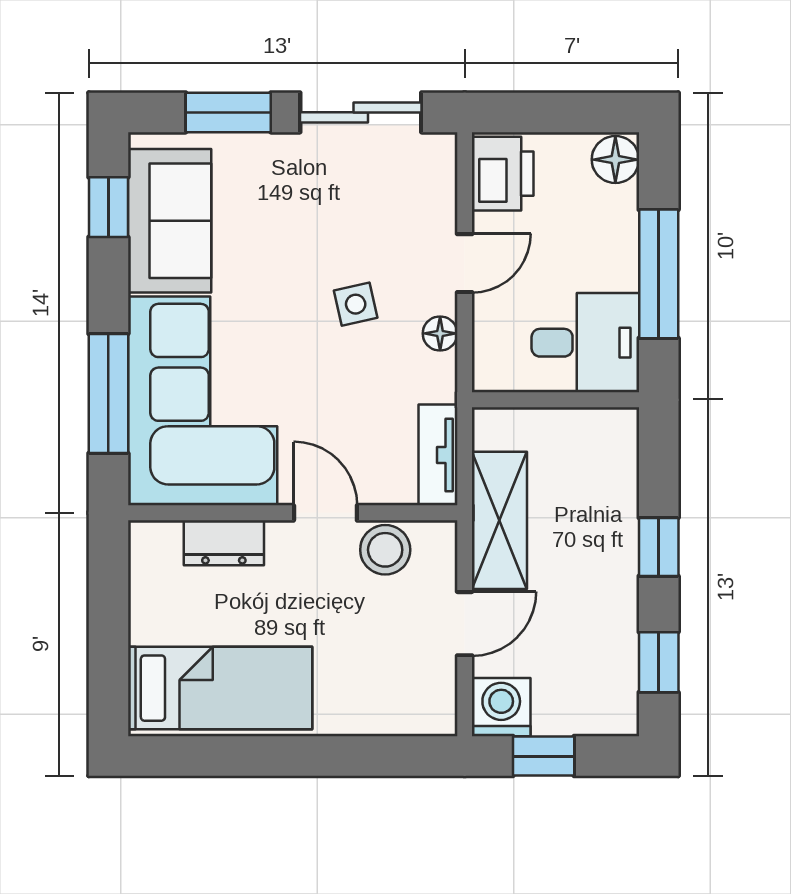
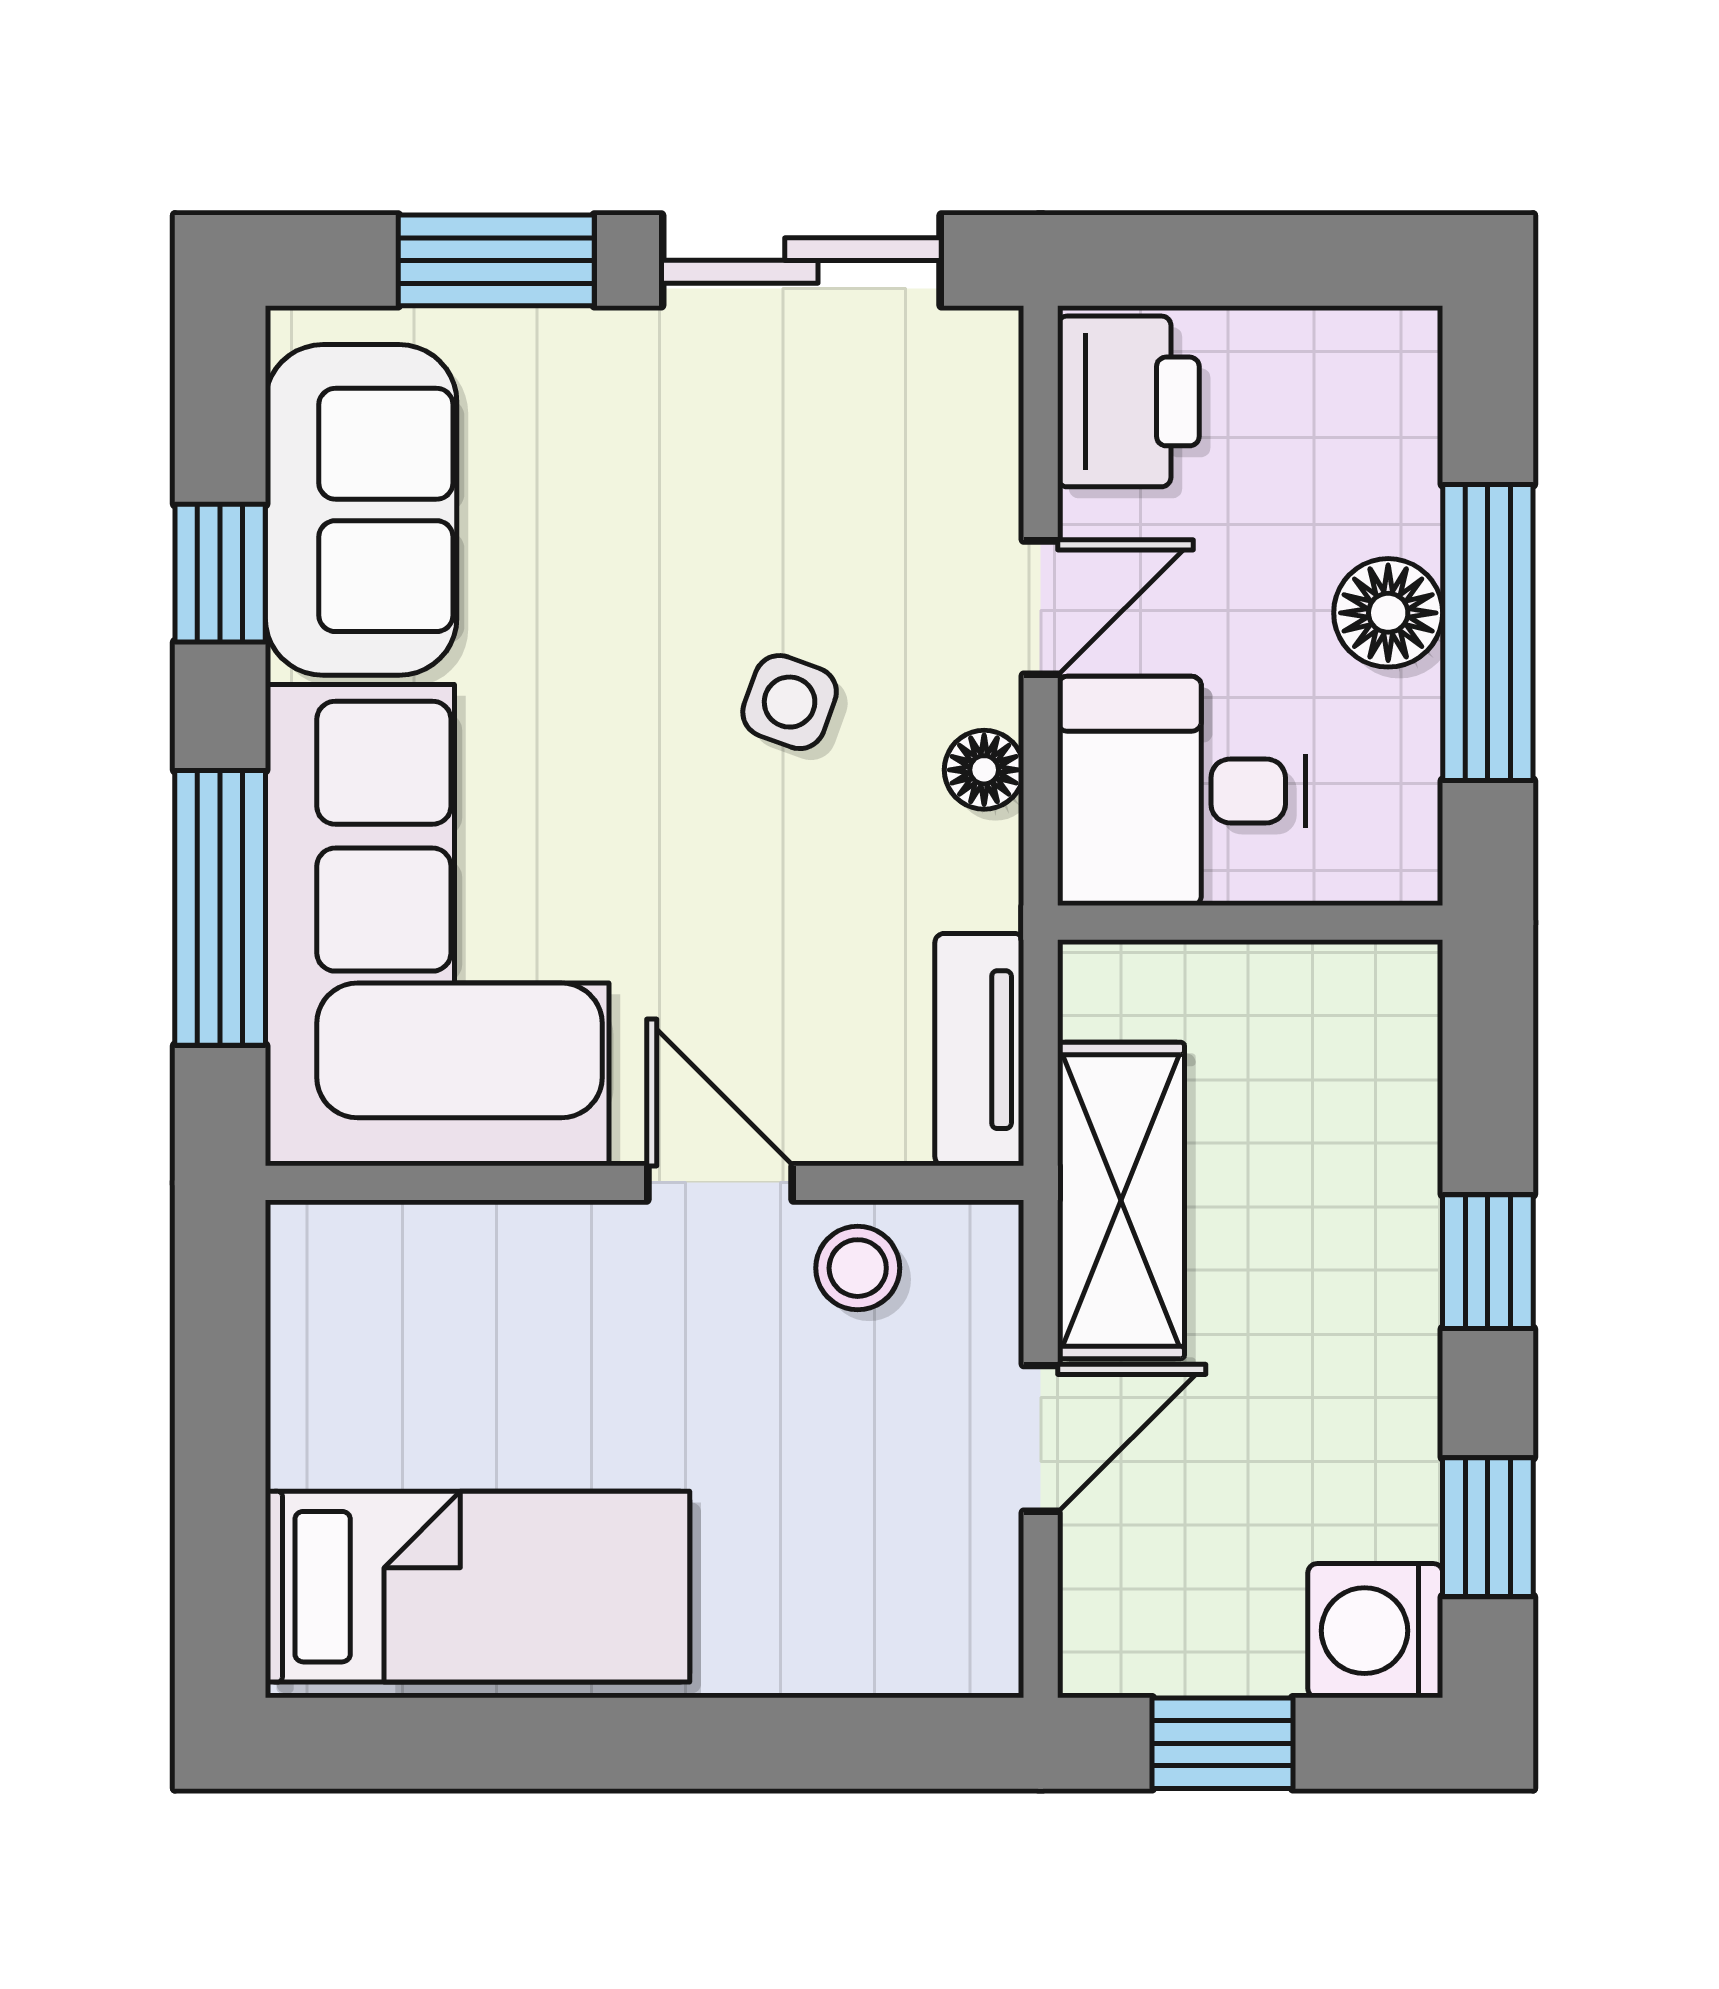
floor lamp: (615, 160) -> (1388, 613), moved
window: (108, 207) -> (220, 573), moved
side table: (356, 304) -> (790, 702), turned 33
desk: (585, 343) -> (1181, 791), moved, turned 180
dresser: (224, 543) -> (486, 1252), removed
stool: (385, 550) -> (858, 1268), width x0.73, depth x0.73
washing machine: (501, 707) -> (1375, 1631), moved, turned -90

